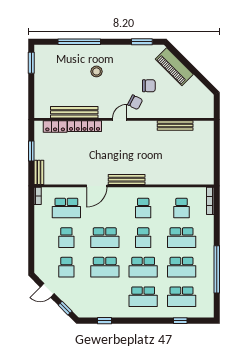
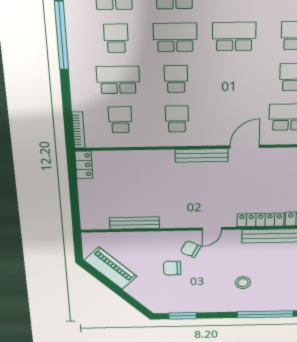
piano: (174, 67) -> (111, 268), moved
locker: (208, 174) -> (84, 165), added
school desk: (105, 238) -> (234, 78), removed
school desk: (182, 267) -> (116, 38), width x0.54

